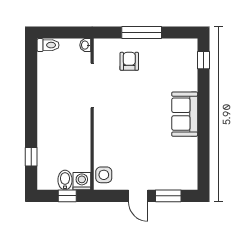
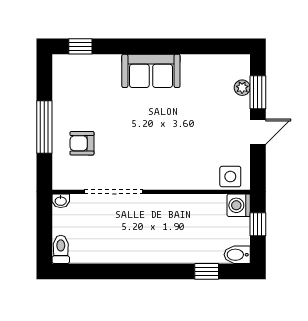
bidet: (65, 180) -> (237, 255), moved
plant: (172, 184) -> (242, 88), added

